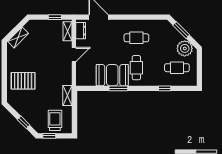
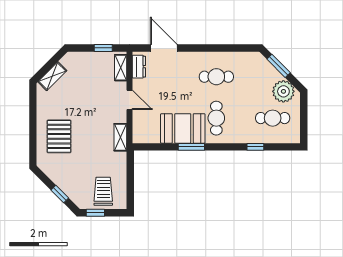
door: (74, 54) -> (130, 100), hinge flipped
pallet: (23, 81) -> (59, 136), turned 90
shelving: (67, 96) -> (120, 137), moved

